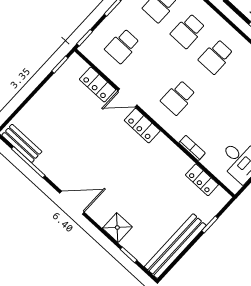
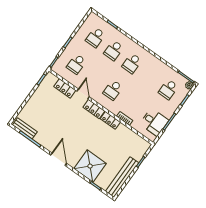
door: (127, 98) -> (83, 94), swing flipped
locker: (202, 180) -> (110, 120), moved
door: (72, 203) -> (59, 159), hinge flipped
shower: (117, 228) -> (90, 166), width x1.86, depth x1.86

